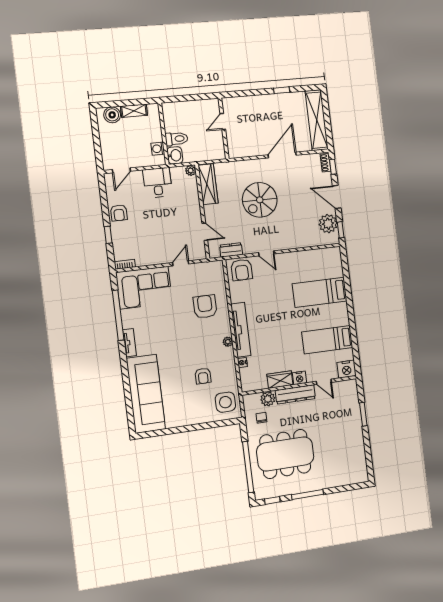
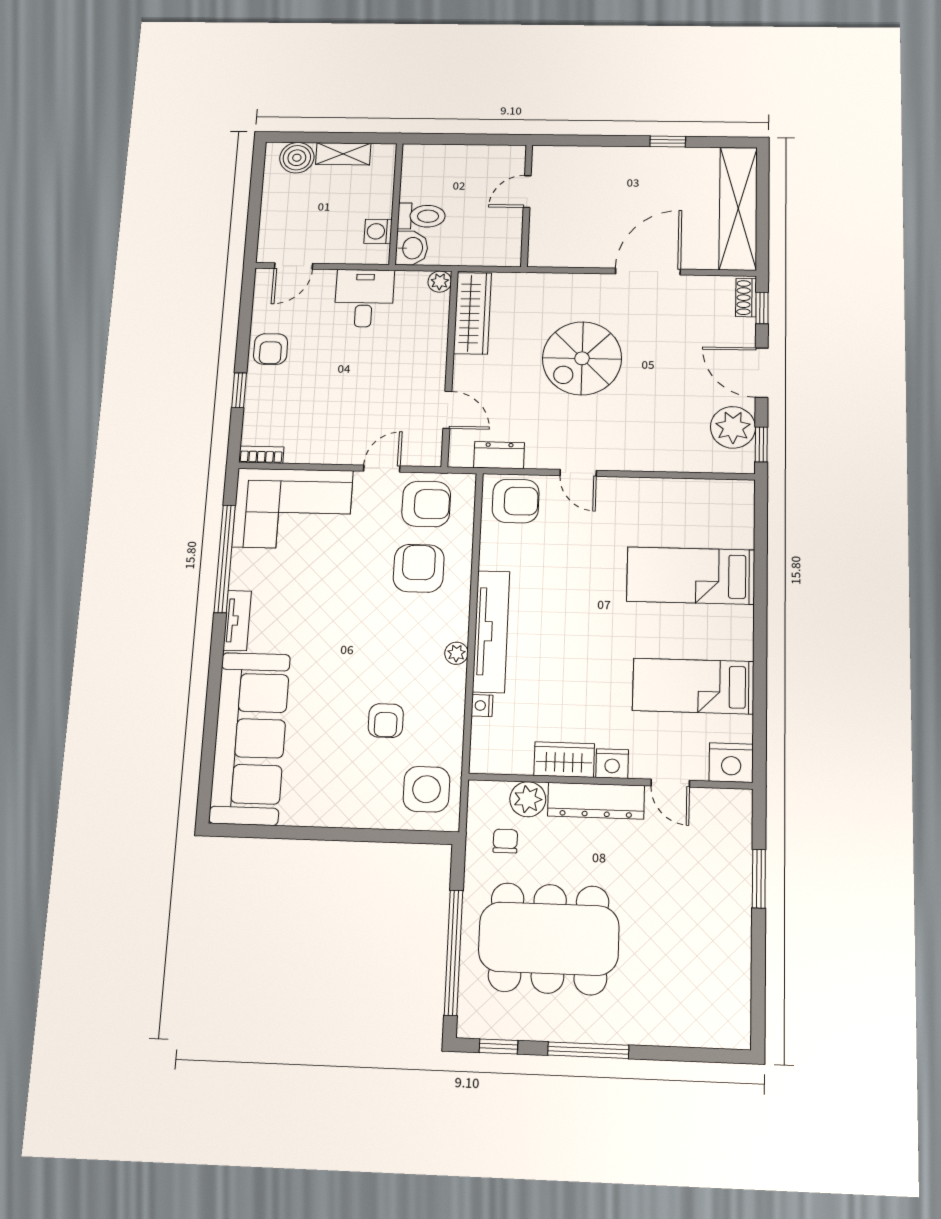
armchair: (242, 270) -> (516, 501), turned -90
armchair: (203, 277) -> (426, 504), added

